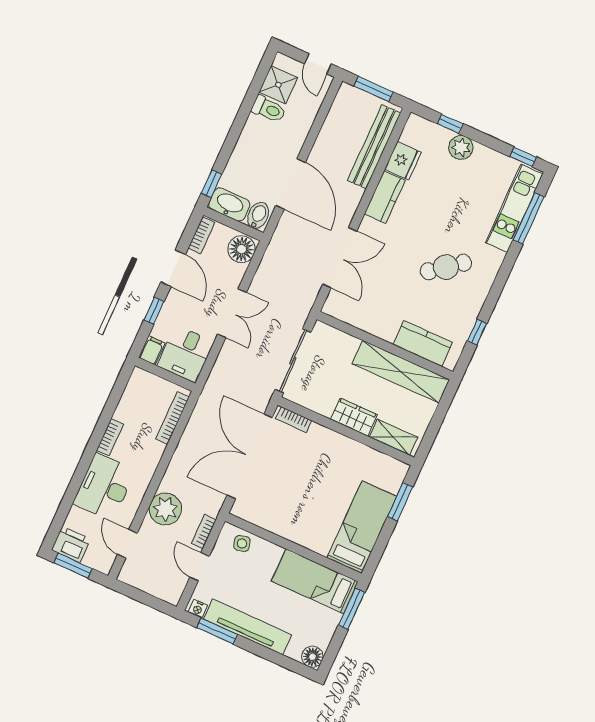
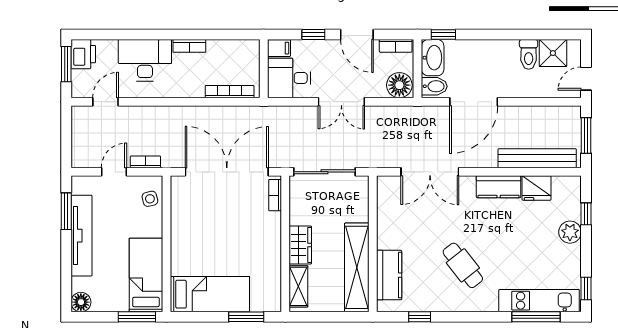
door: (173, 268) -> (357, 35), hinge flipped
plant: (165, 509) -> (150, 121), removed
nightstand: (198, 609) -> (78, 187), removed

